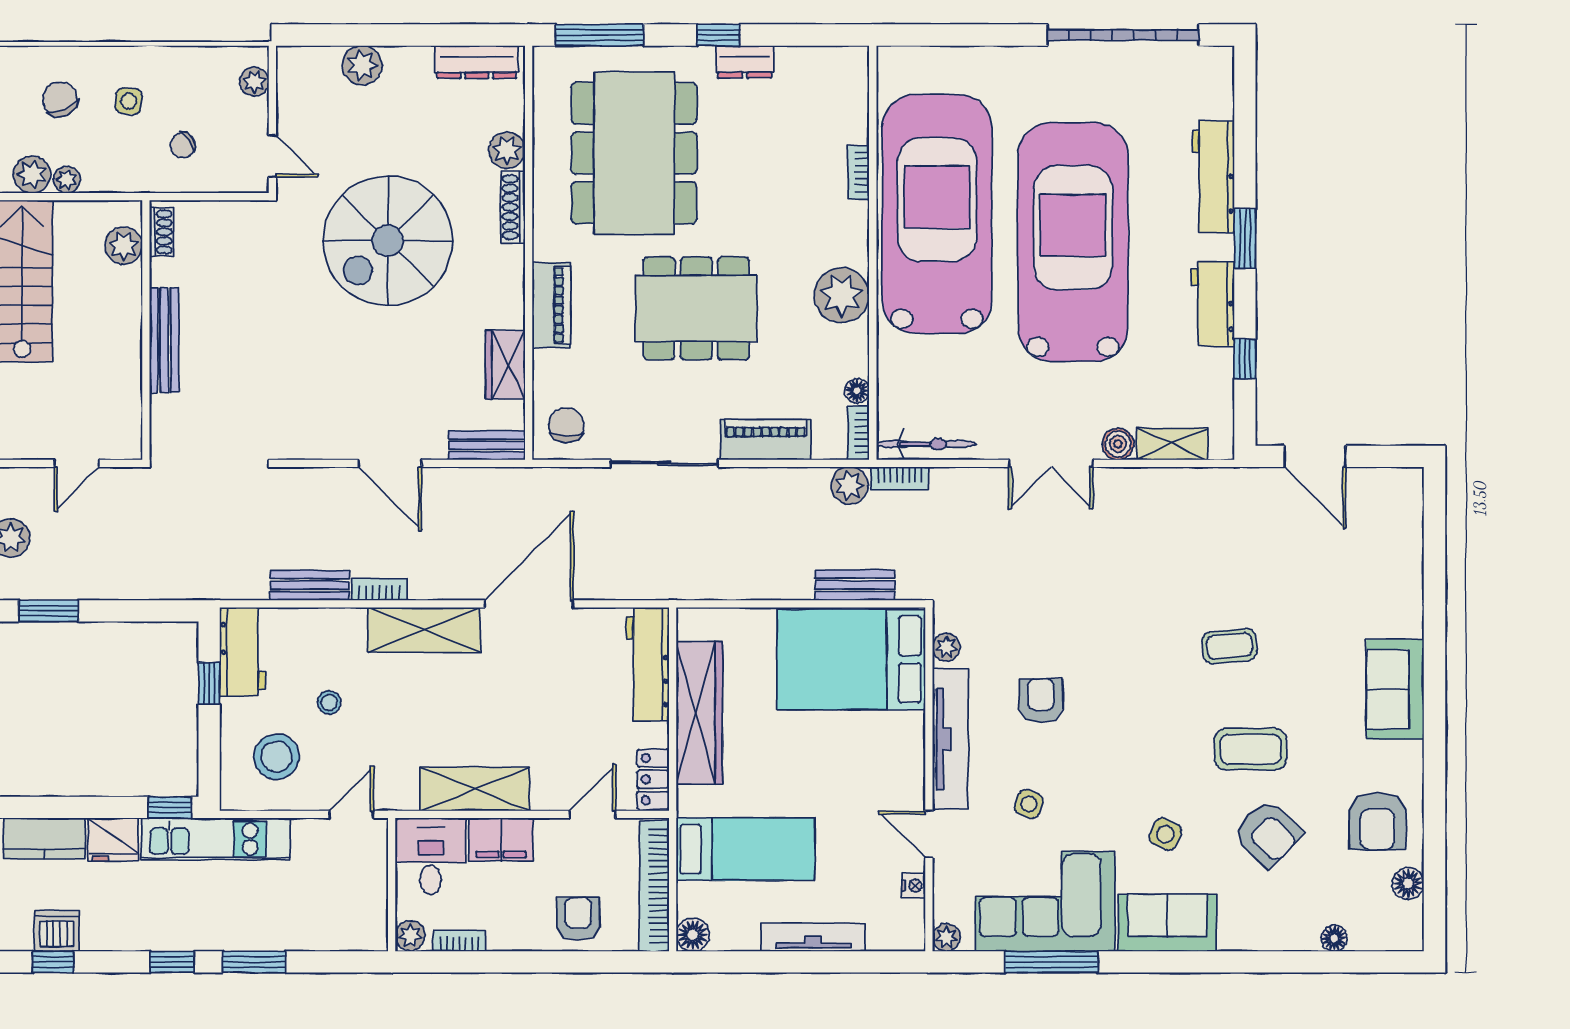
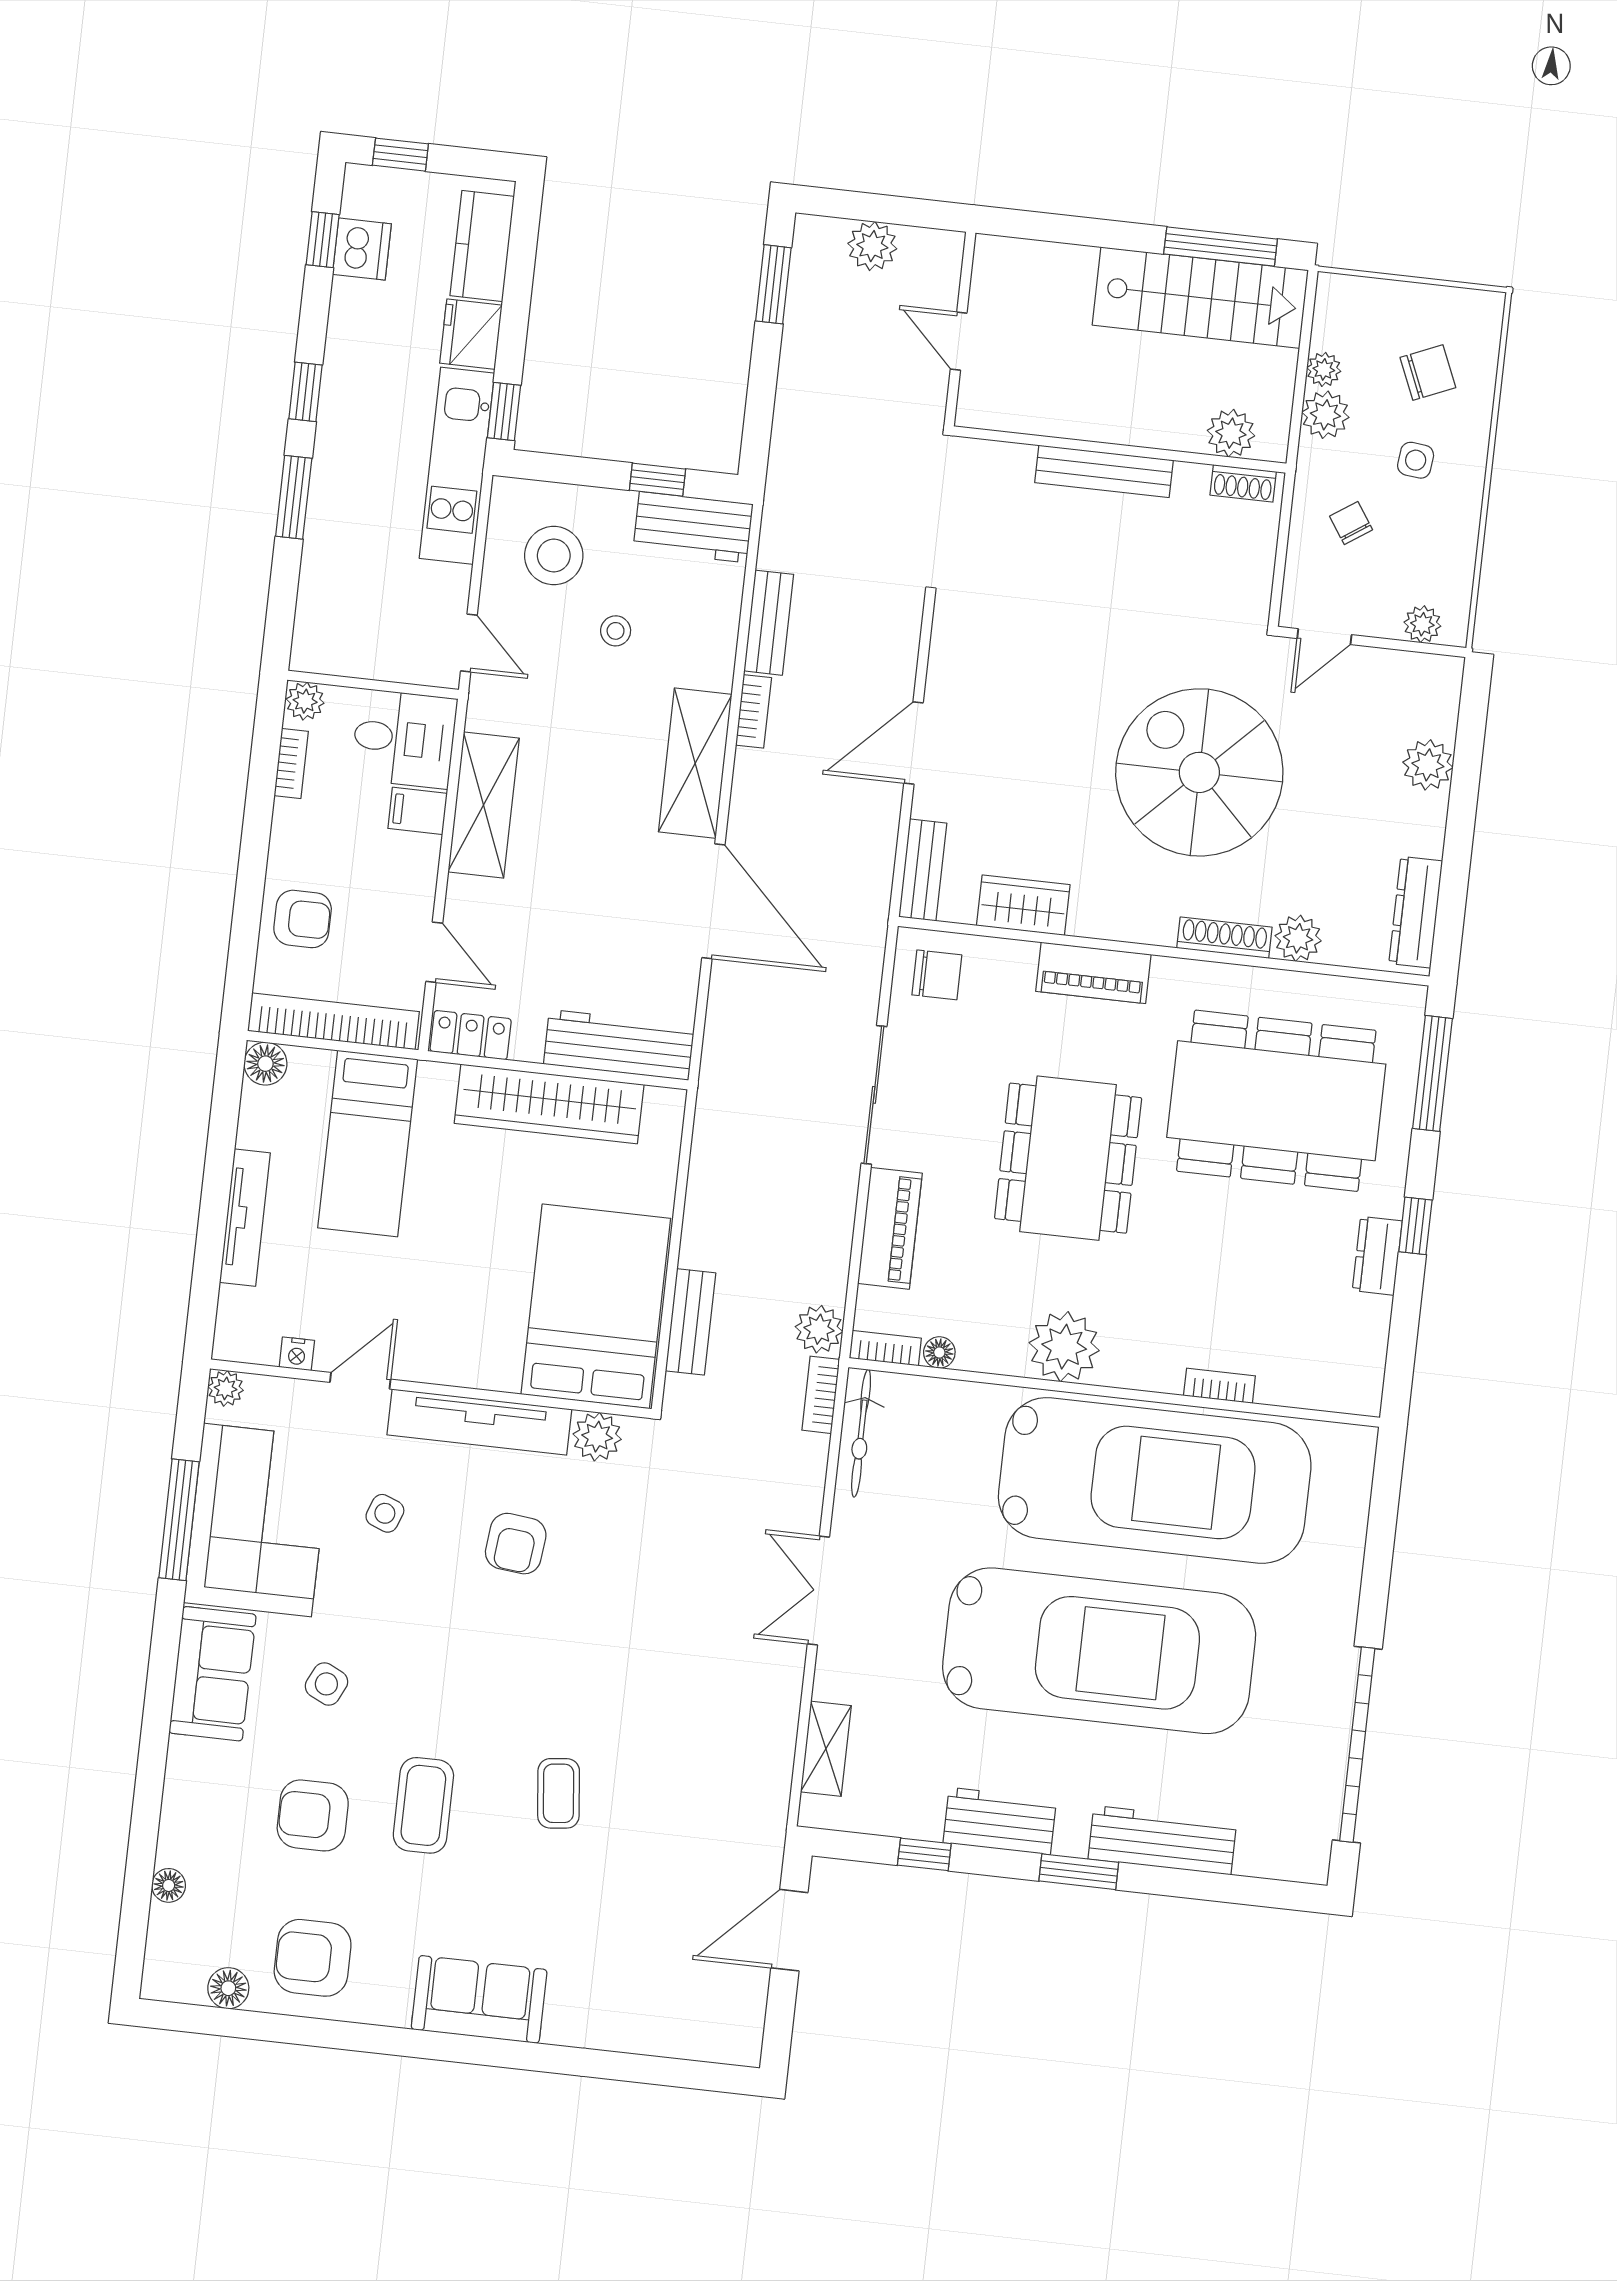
plant: (32, 174) -> (1325, 415), moved
boiler: (1118, 444) -> (834, 1679), removed
plant: (946, 647) -> (597, 1437), width x1.38, depth x1.38
armchair: (1041, 701) -> (516, 1544), turned 96
armchair: (1268, 833) -> (313, 1815), turned 46
filing cabinet: (501, 839) -> (418, 811), width x0.50

